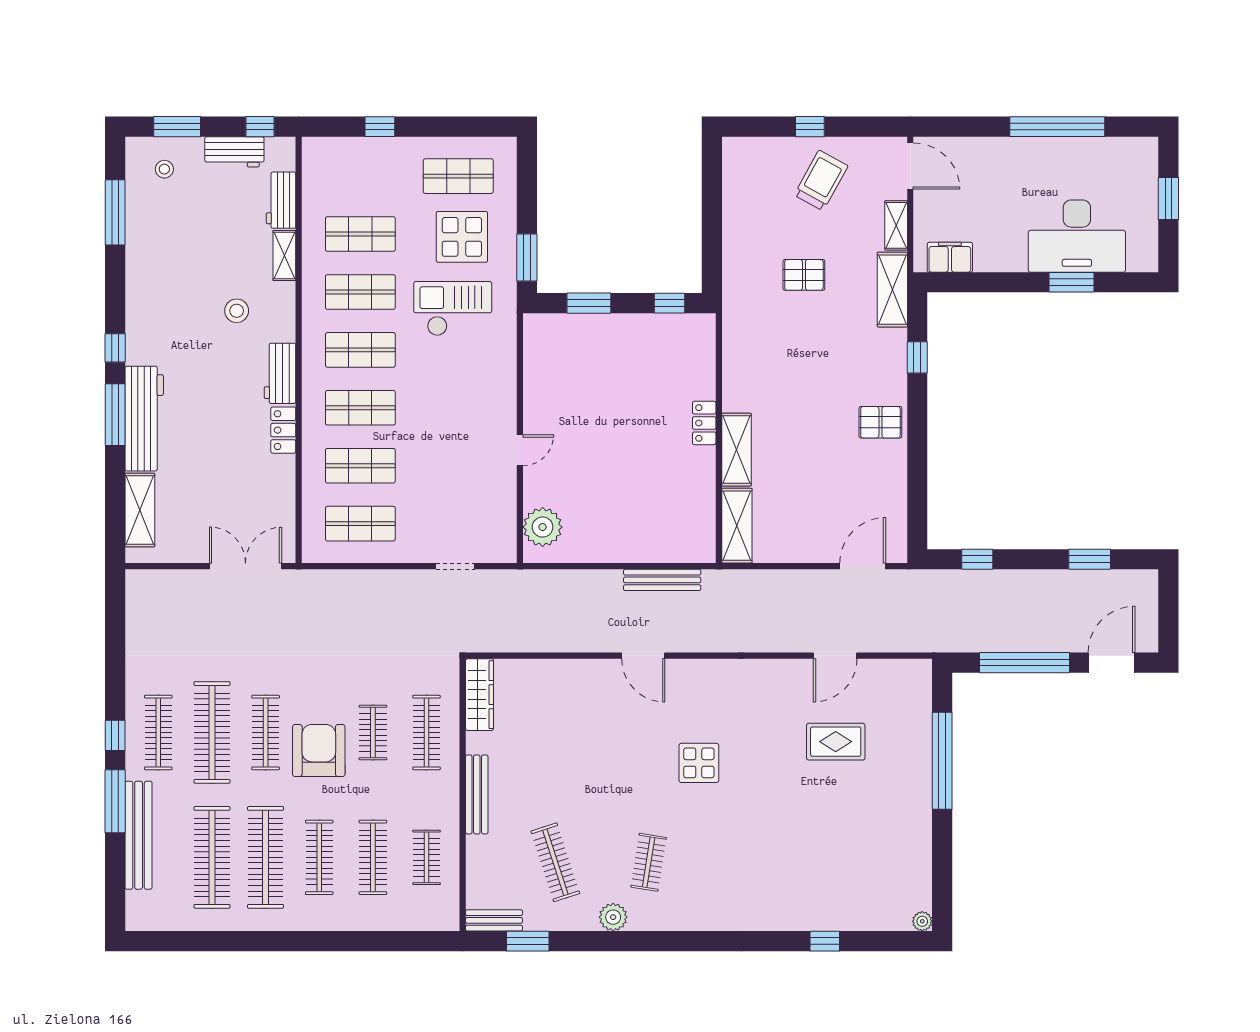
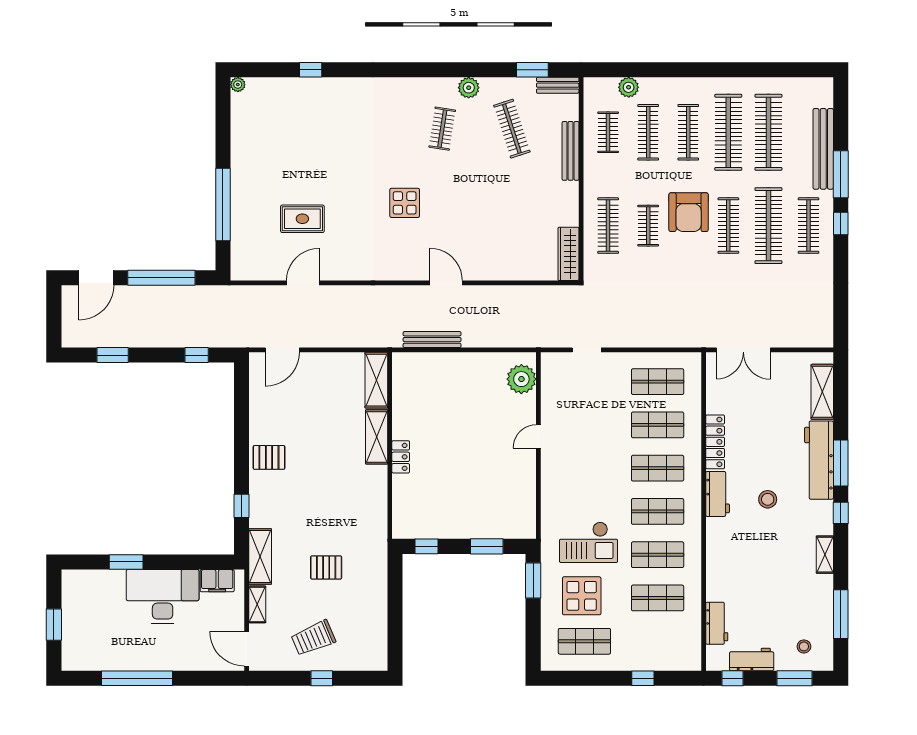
trolley: (821, 180) -> (313, 638), turned 38
desk: (1077, 236) -> (163, 596), moved
shelving: (284, 256) -> (825, 555), moved
stool: (237, 311) -> (768, 499), moved
locker: (283, 430) -> (715, 442), width x1.53
bench: (477, 794) -> (571, 151), moved
plant: (399, 918) -> (629, 87), added

